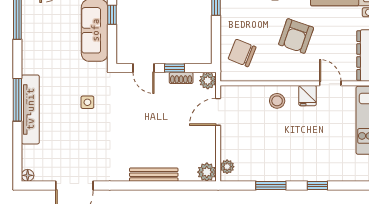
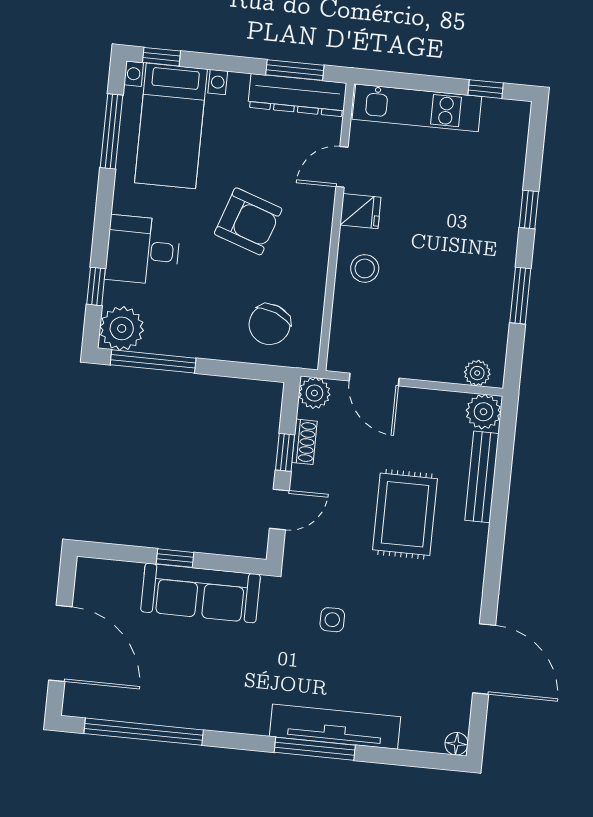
rug: (148, 136) -> (405, 514), added
bench: (154, 175) -> (482, 477), moved

